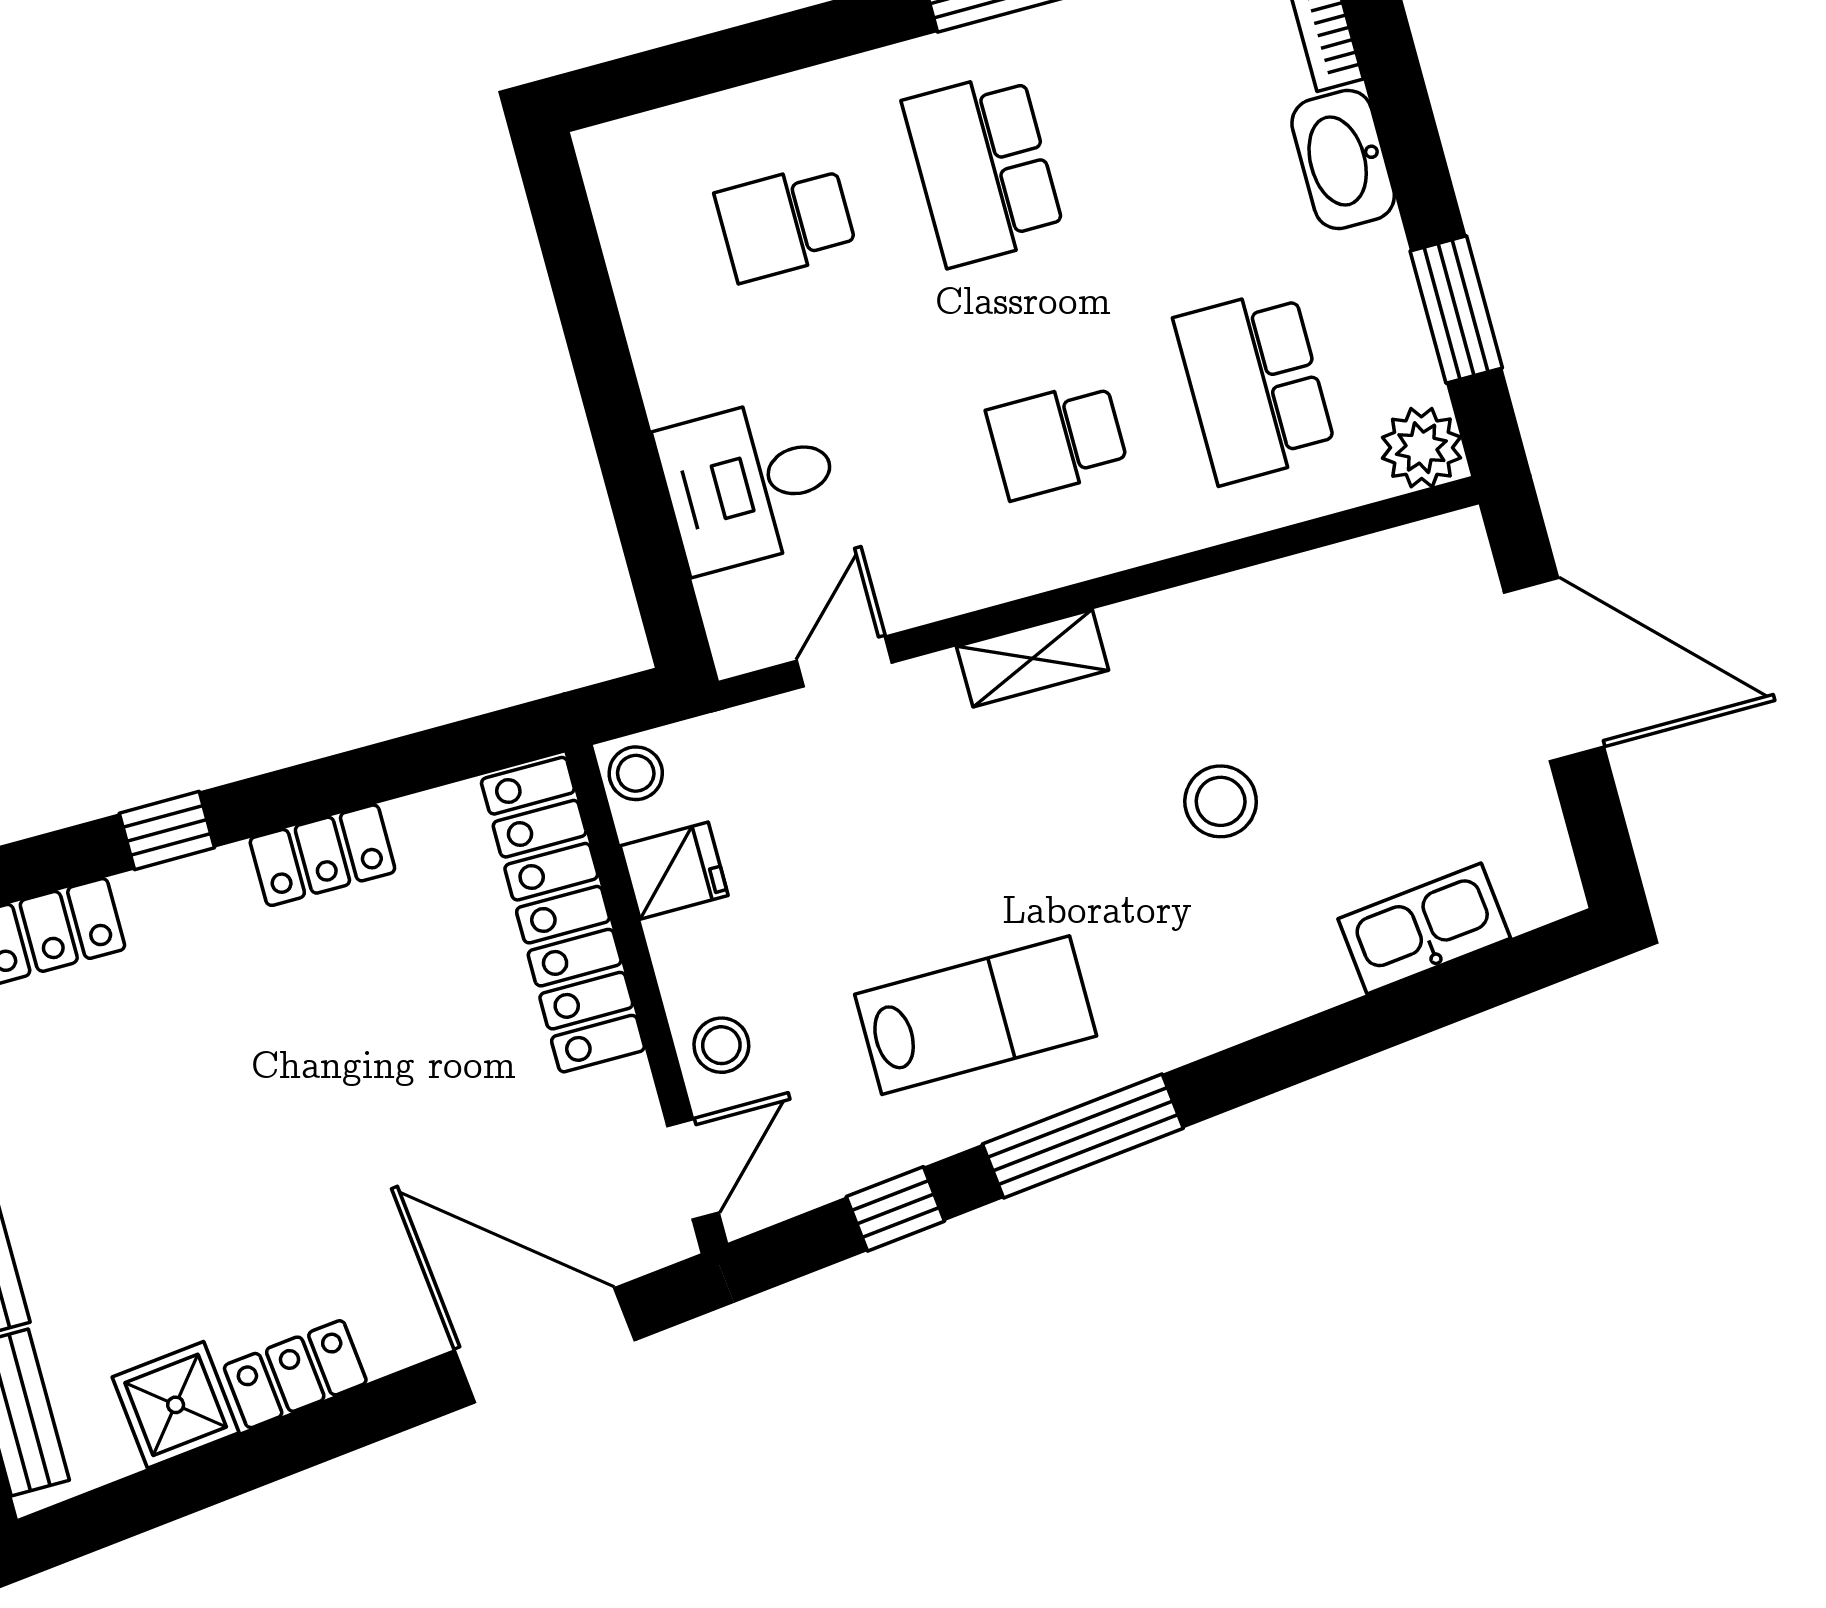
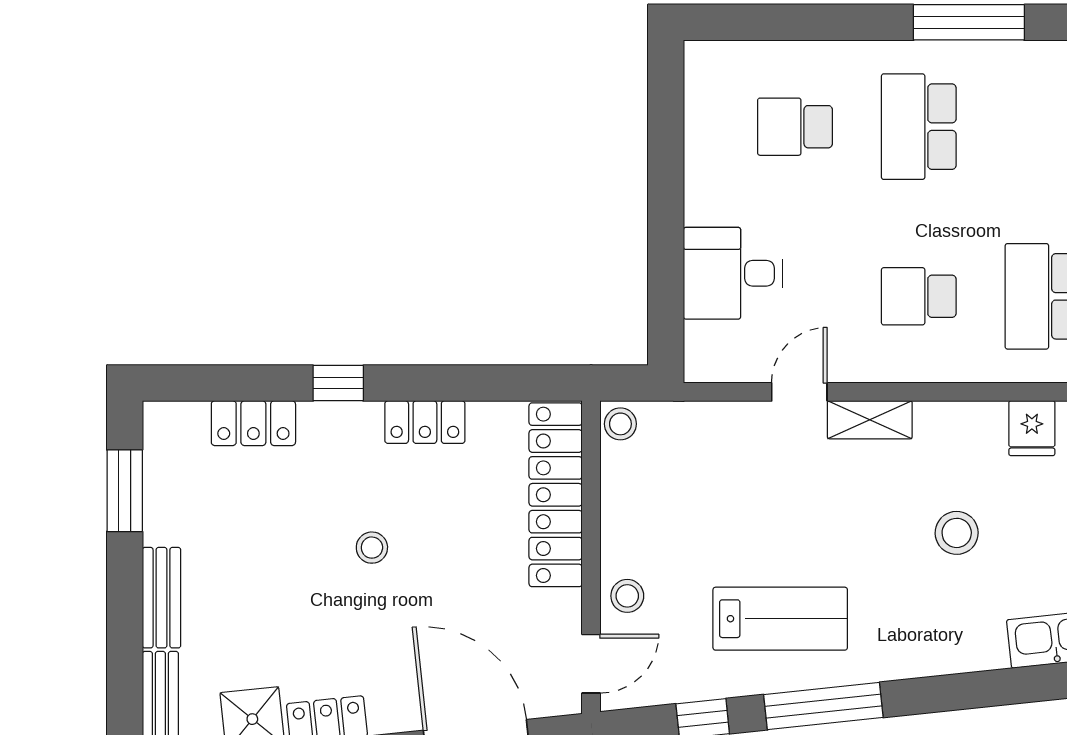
door: (844, 662) -> (799, 392), moved
fridge: (674, 871) -> (1032, 428), moved, turned 90
stool: (292, 1079) -> (372, 548), added

